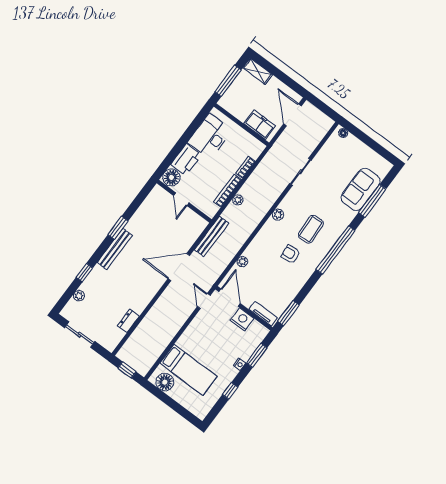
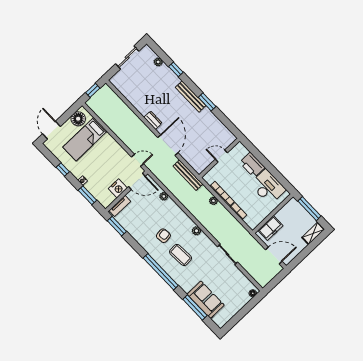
floor lamp: (171, 177) -> (240, 151), removed
dresser: (128, 321) -> (153, 120), moved
door: (184, 413) -> (51, 130), added

